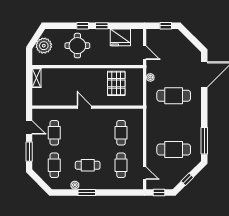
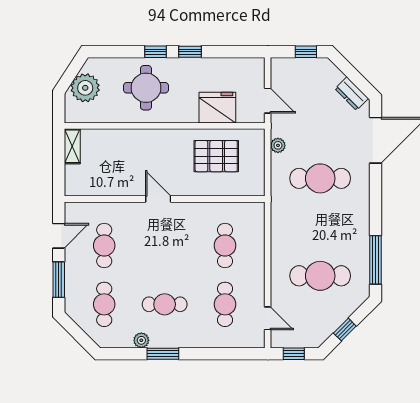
fridge: (120, 37) -> (217, 108), moved, turned 180
dresser: (191, 49) -> (352, 94), added
pallet: (116, 83) -> (216, 156), turned 90
door: (29, 127) -> (59, 236), hinge flipped

